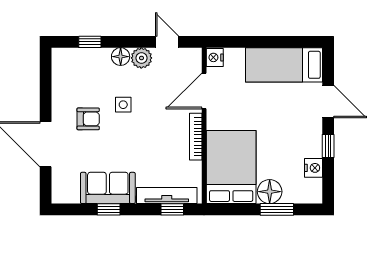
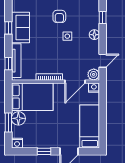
plant: (141, 58) -> (94, 74), moved
door: (204, 91) -> (75, 82), swing flipped
nightstand: (314, 168) -> (17, 143), moved

